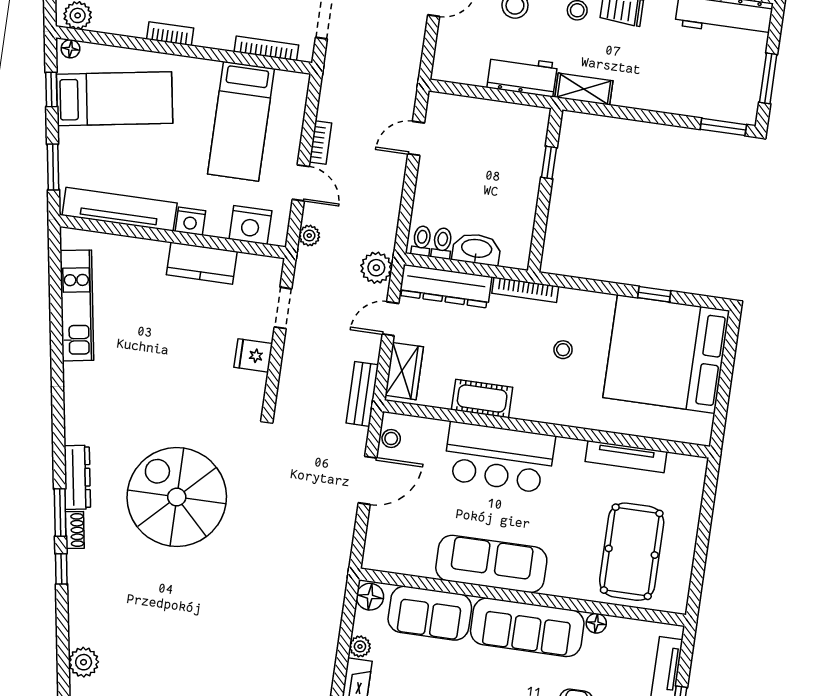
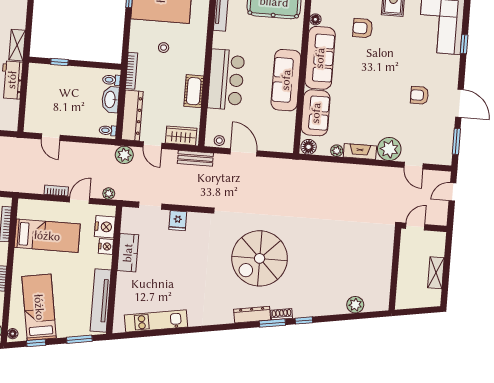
nightstand: (190, 221) -> (106, 246), moved
toilet: (442, 243) -> (111, 80), moved

